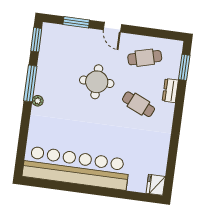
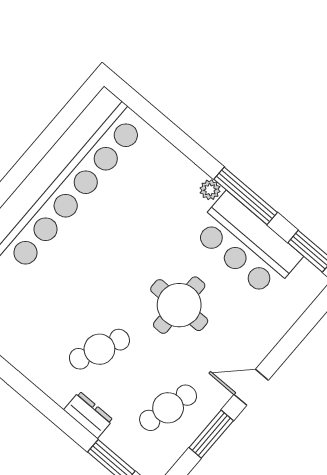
window: (76, 22) -> (211, 434), moved
cafe table: (145, 58) -> (168, 408), turned 30
bar counter: (51, 69) -> (247, 245), added

